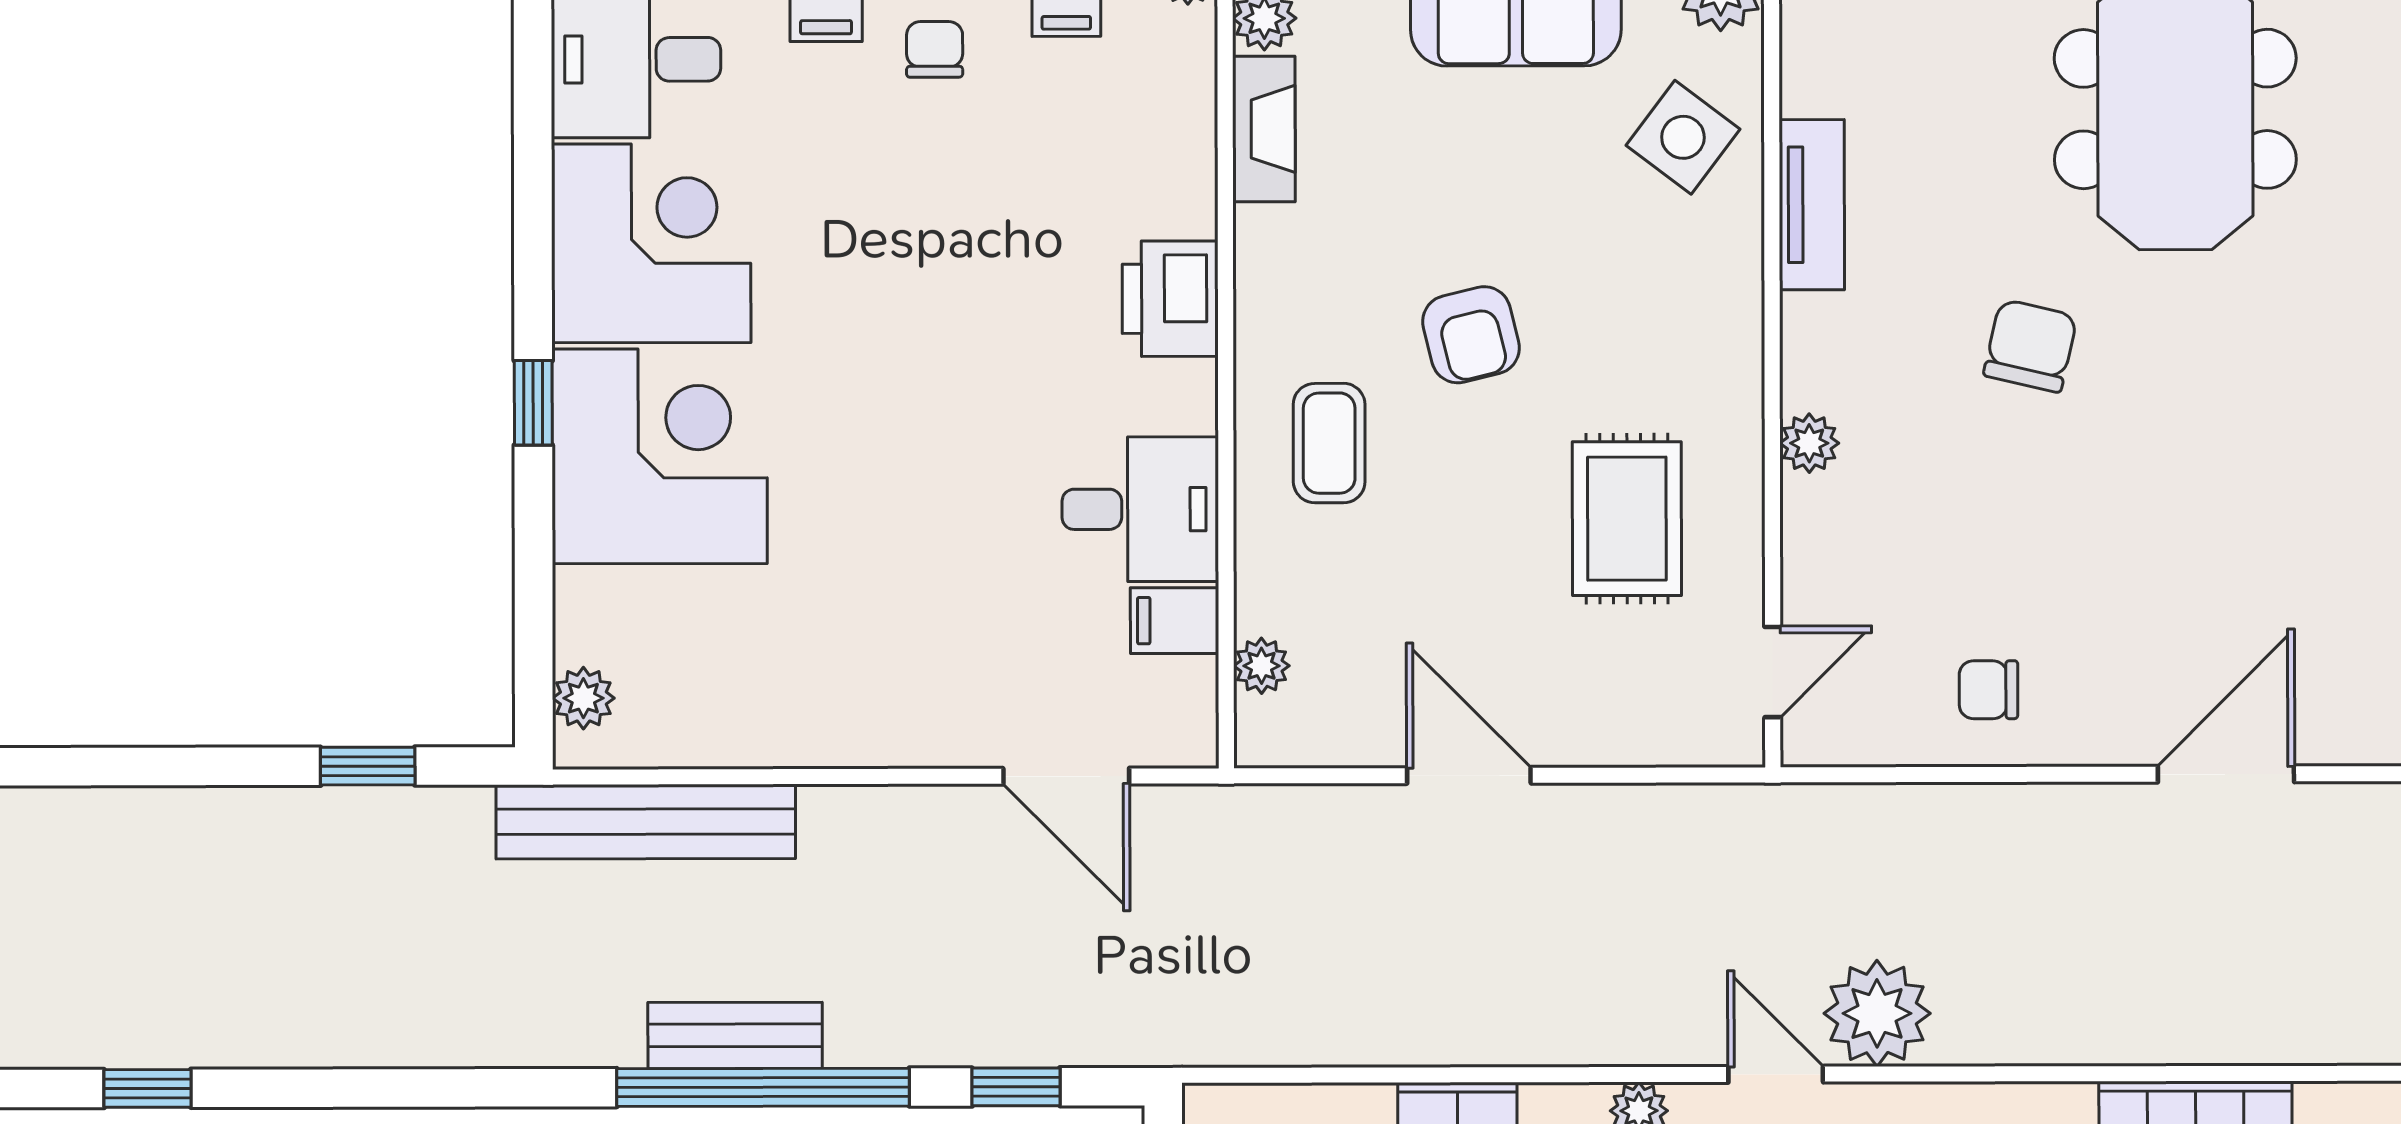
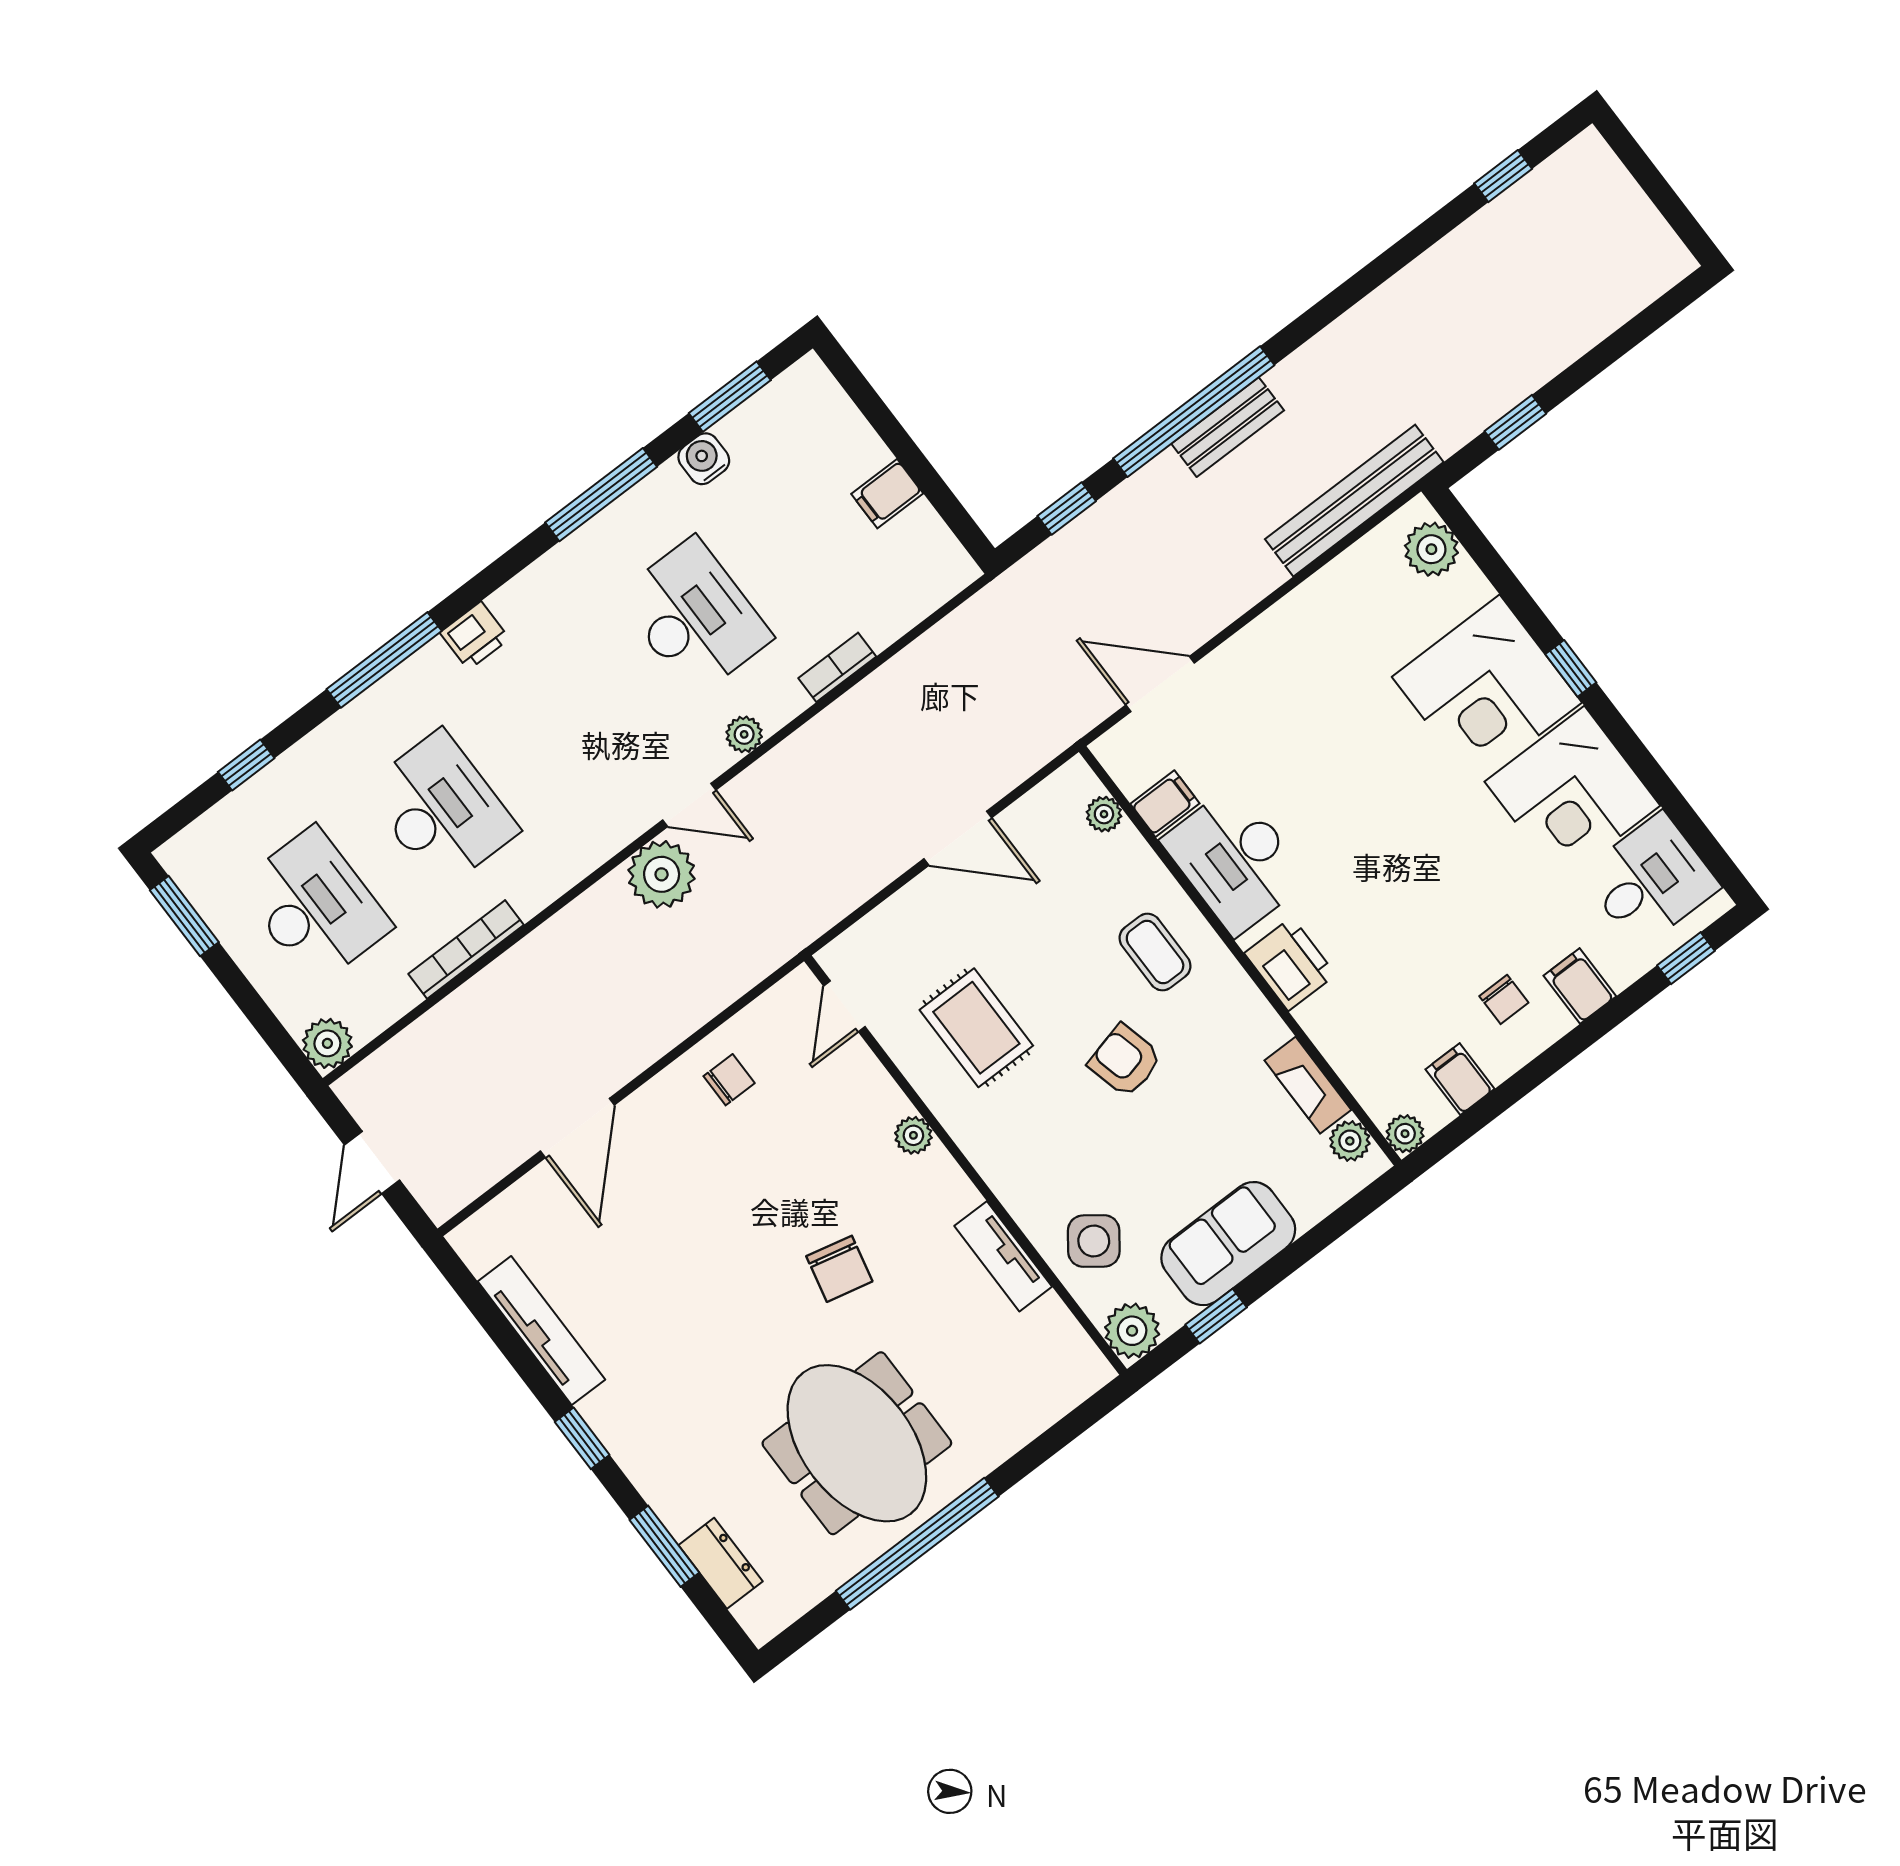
desk: (1140, 509) -> (1235, 860), width x1.37
plant: (583, 698) -> (1431, 549), width x1.38, depth x1.38

